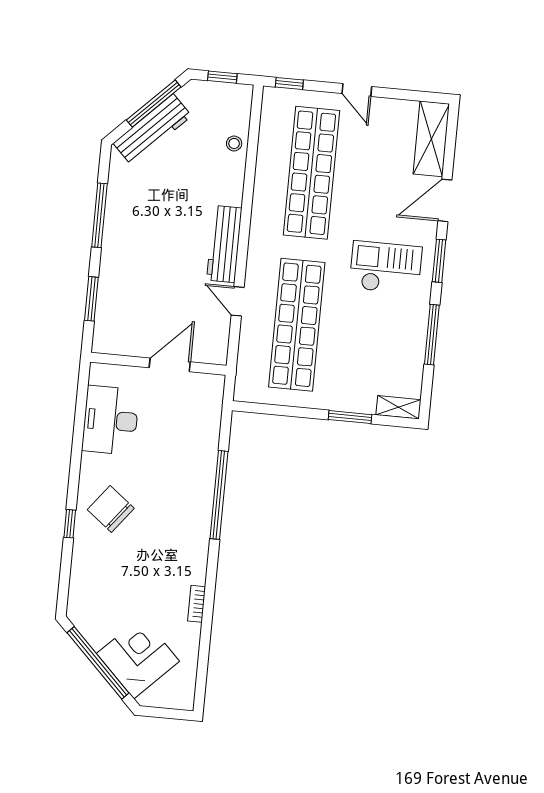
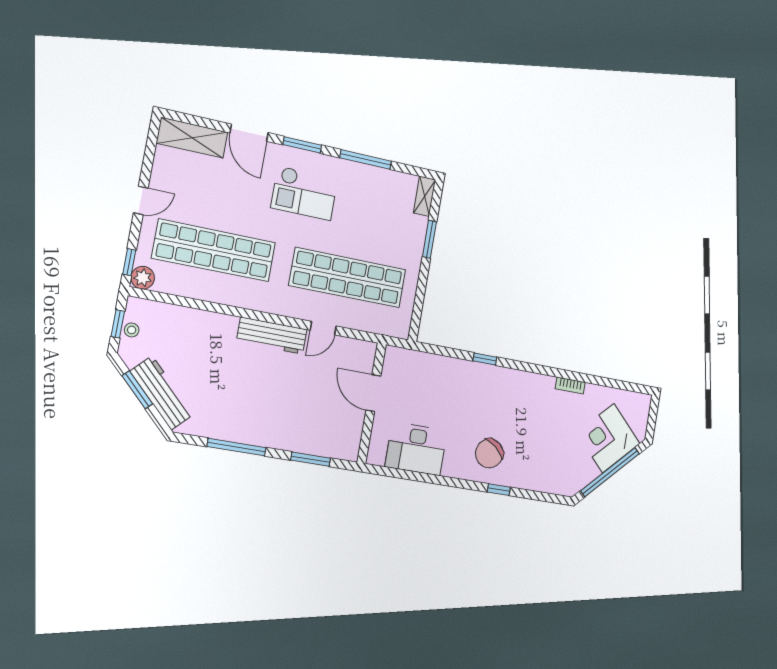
plant: (274, 99) -> (143, 278), added
window: (154, 104) -> (137, 390), width x0.69
stool: (234, 143) -> (132, 330), moved
checkout: (386, 268) -> (304, 193), turned -90
window: (219, 495) -> (485, 359), width x0.32

